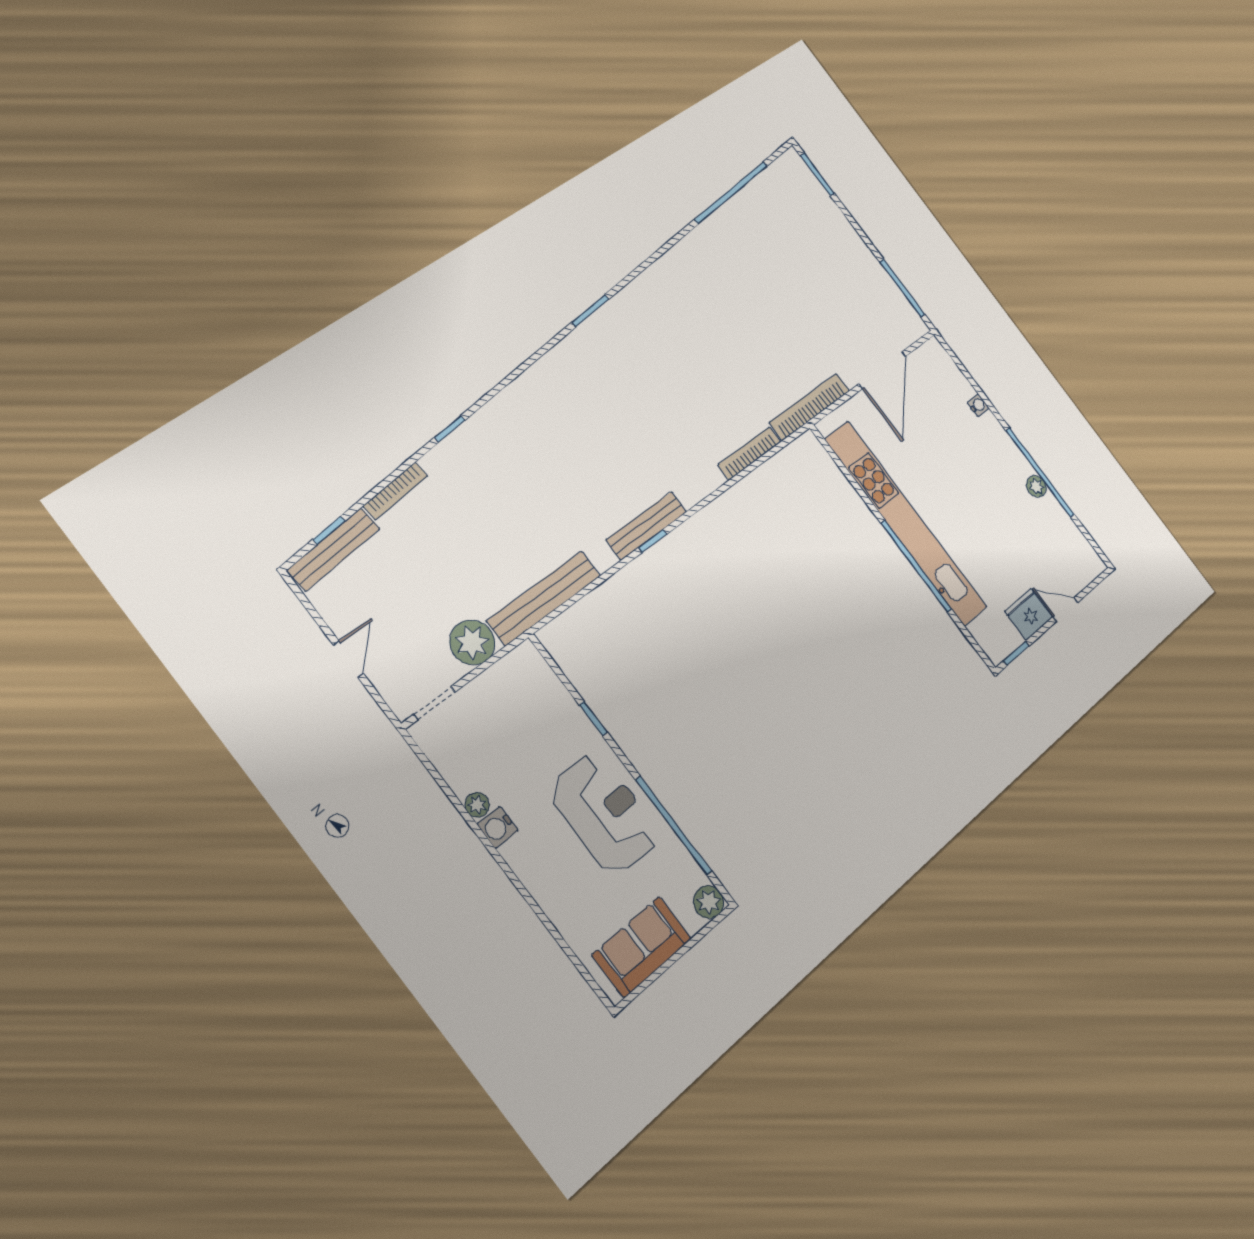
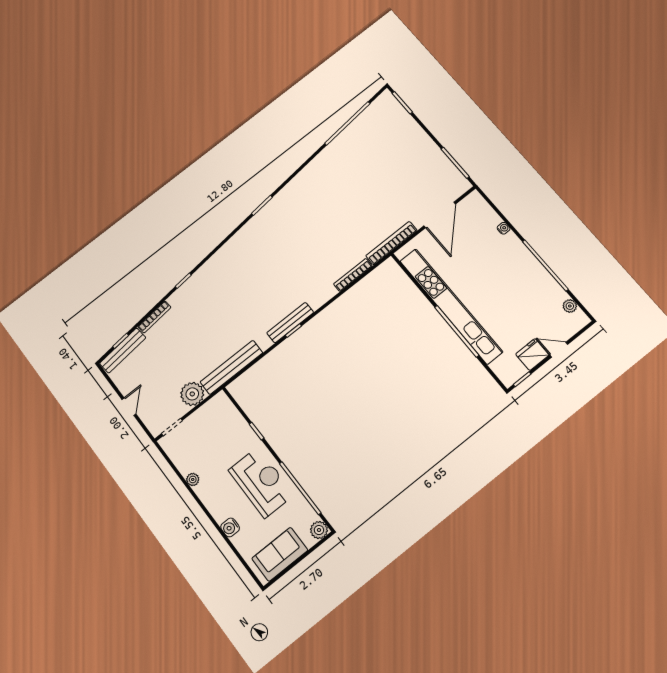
plant: (1036, 486) -> (570, 306), moved
water cooler: (498, 827) -> (230, 527), moved

